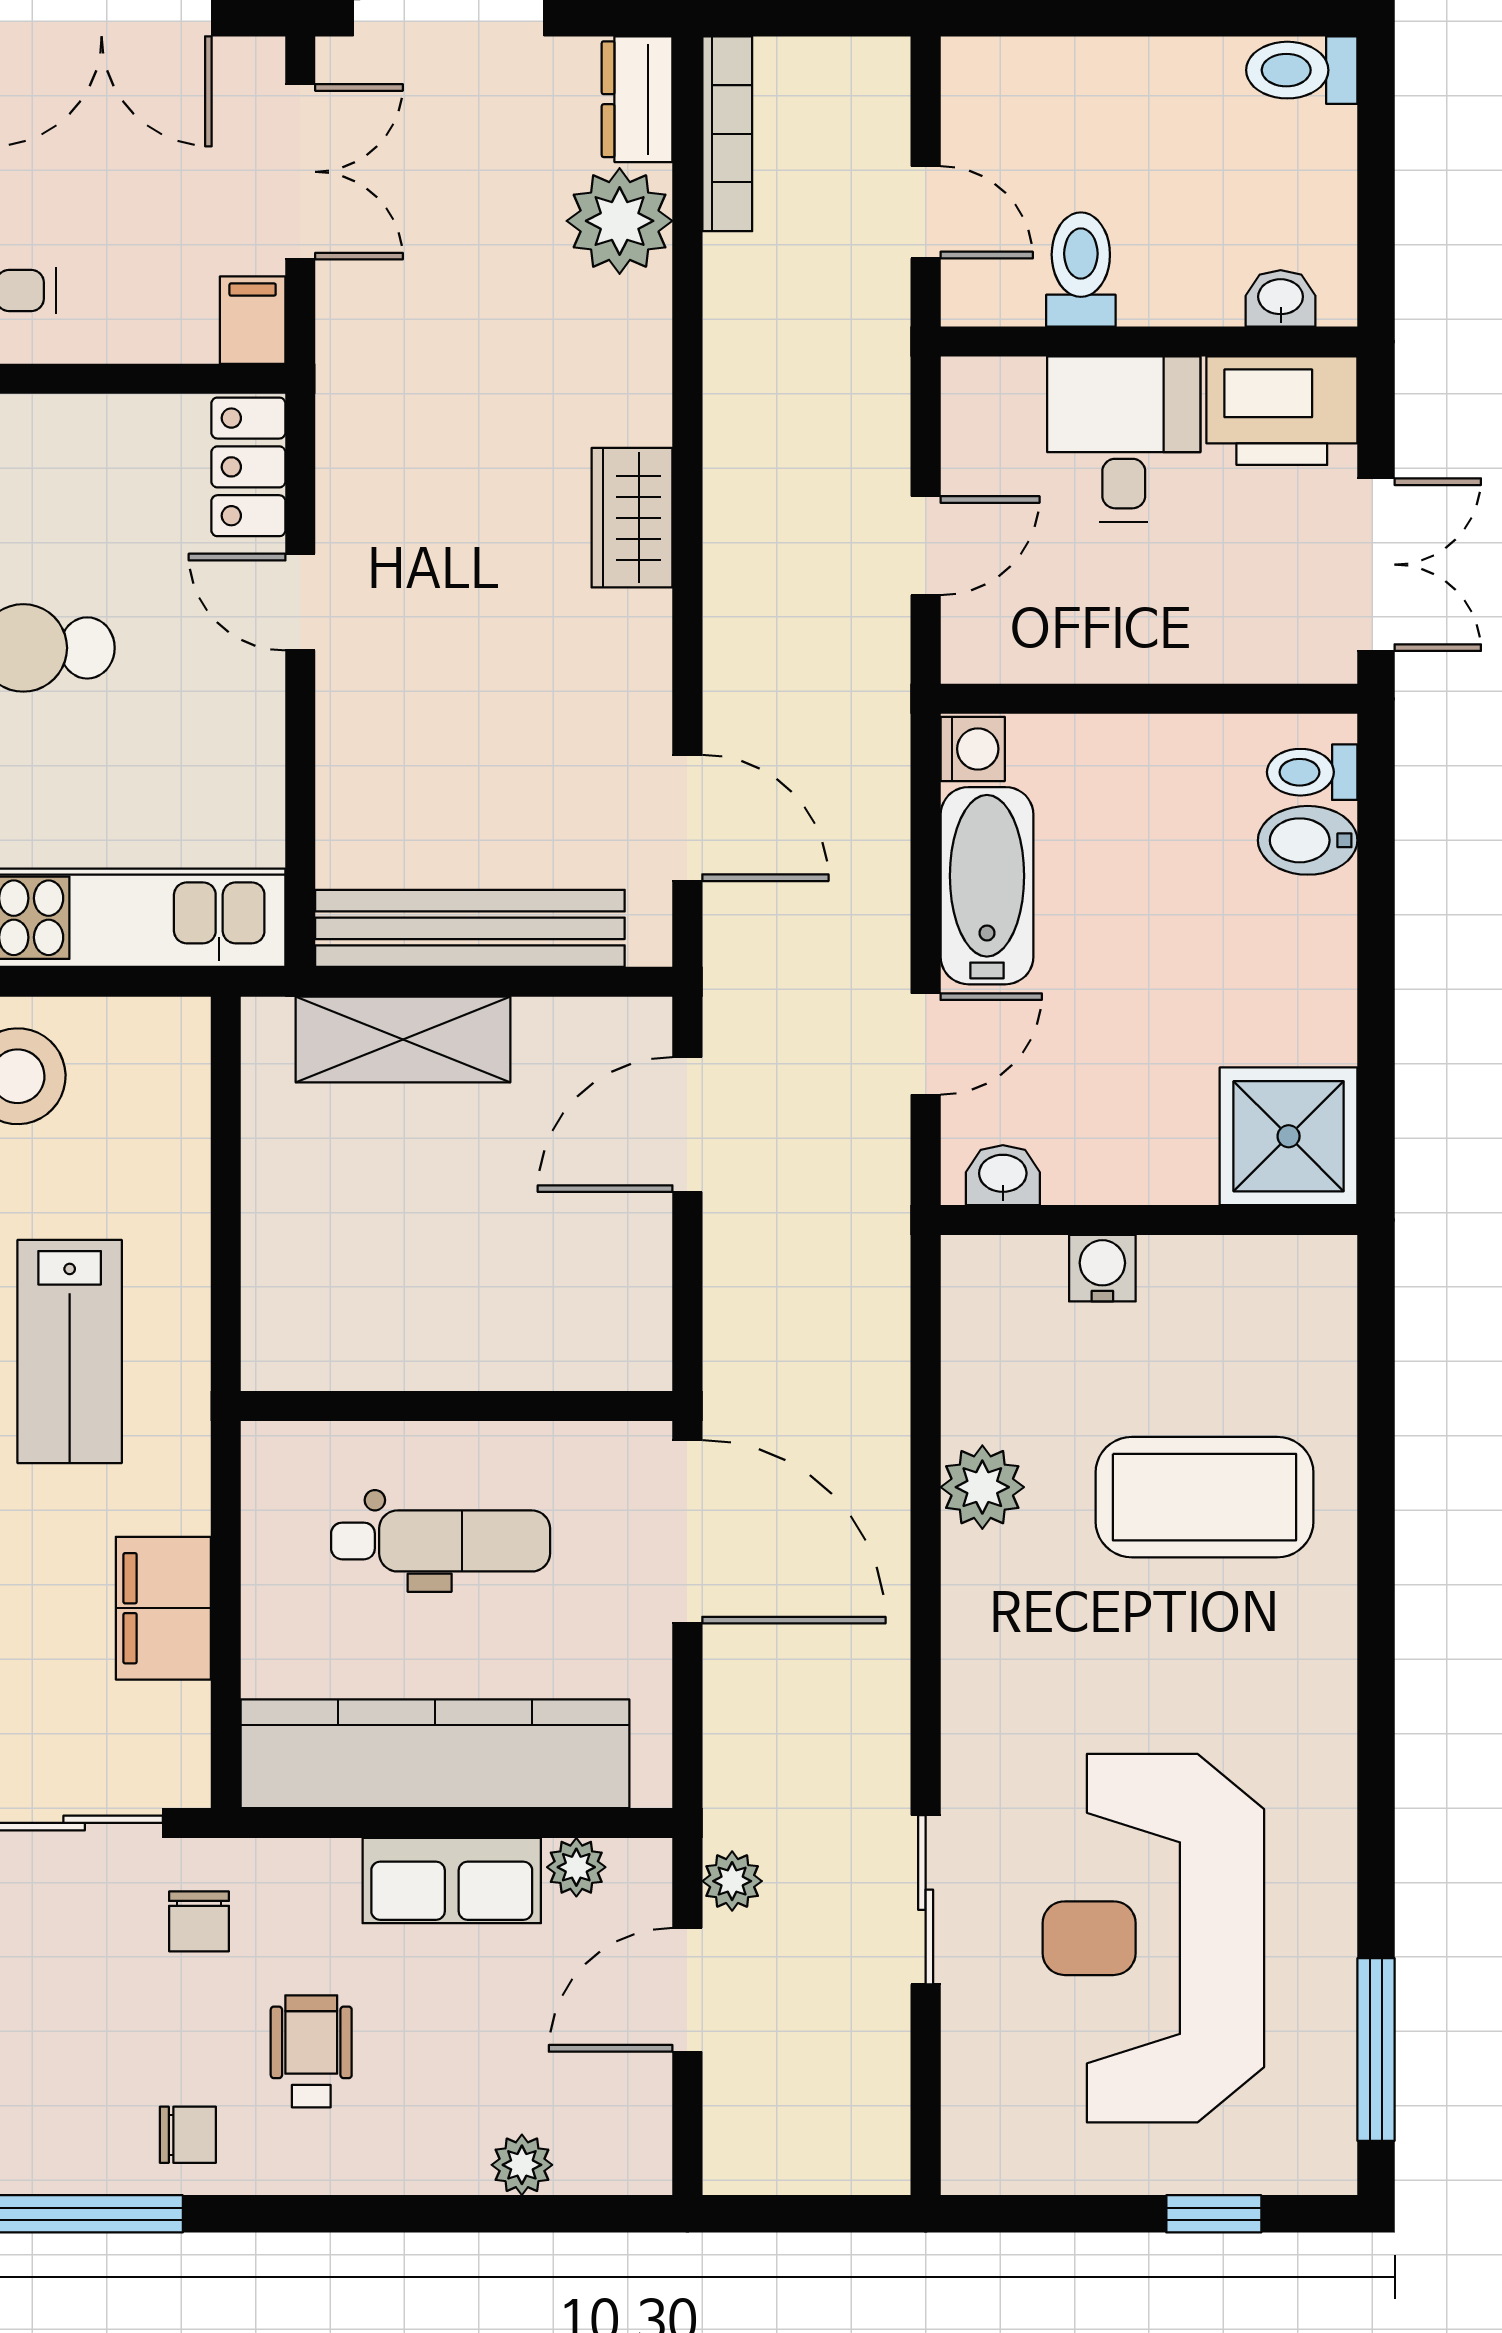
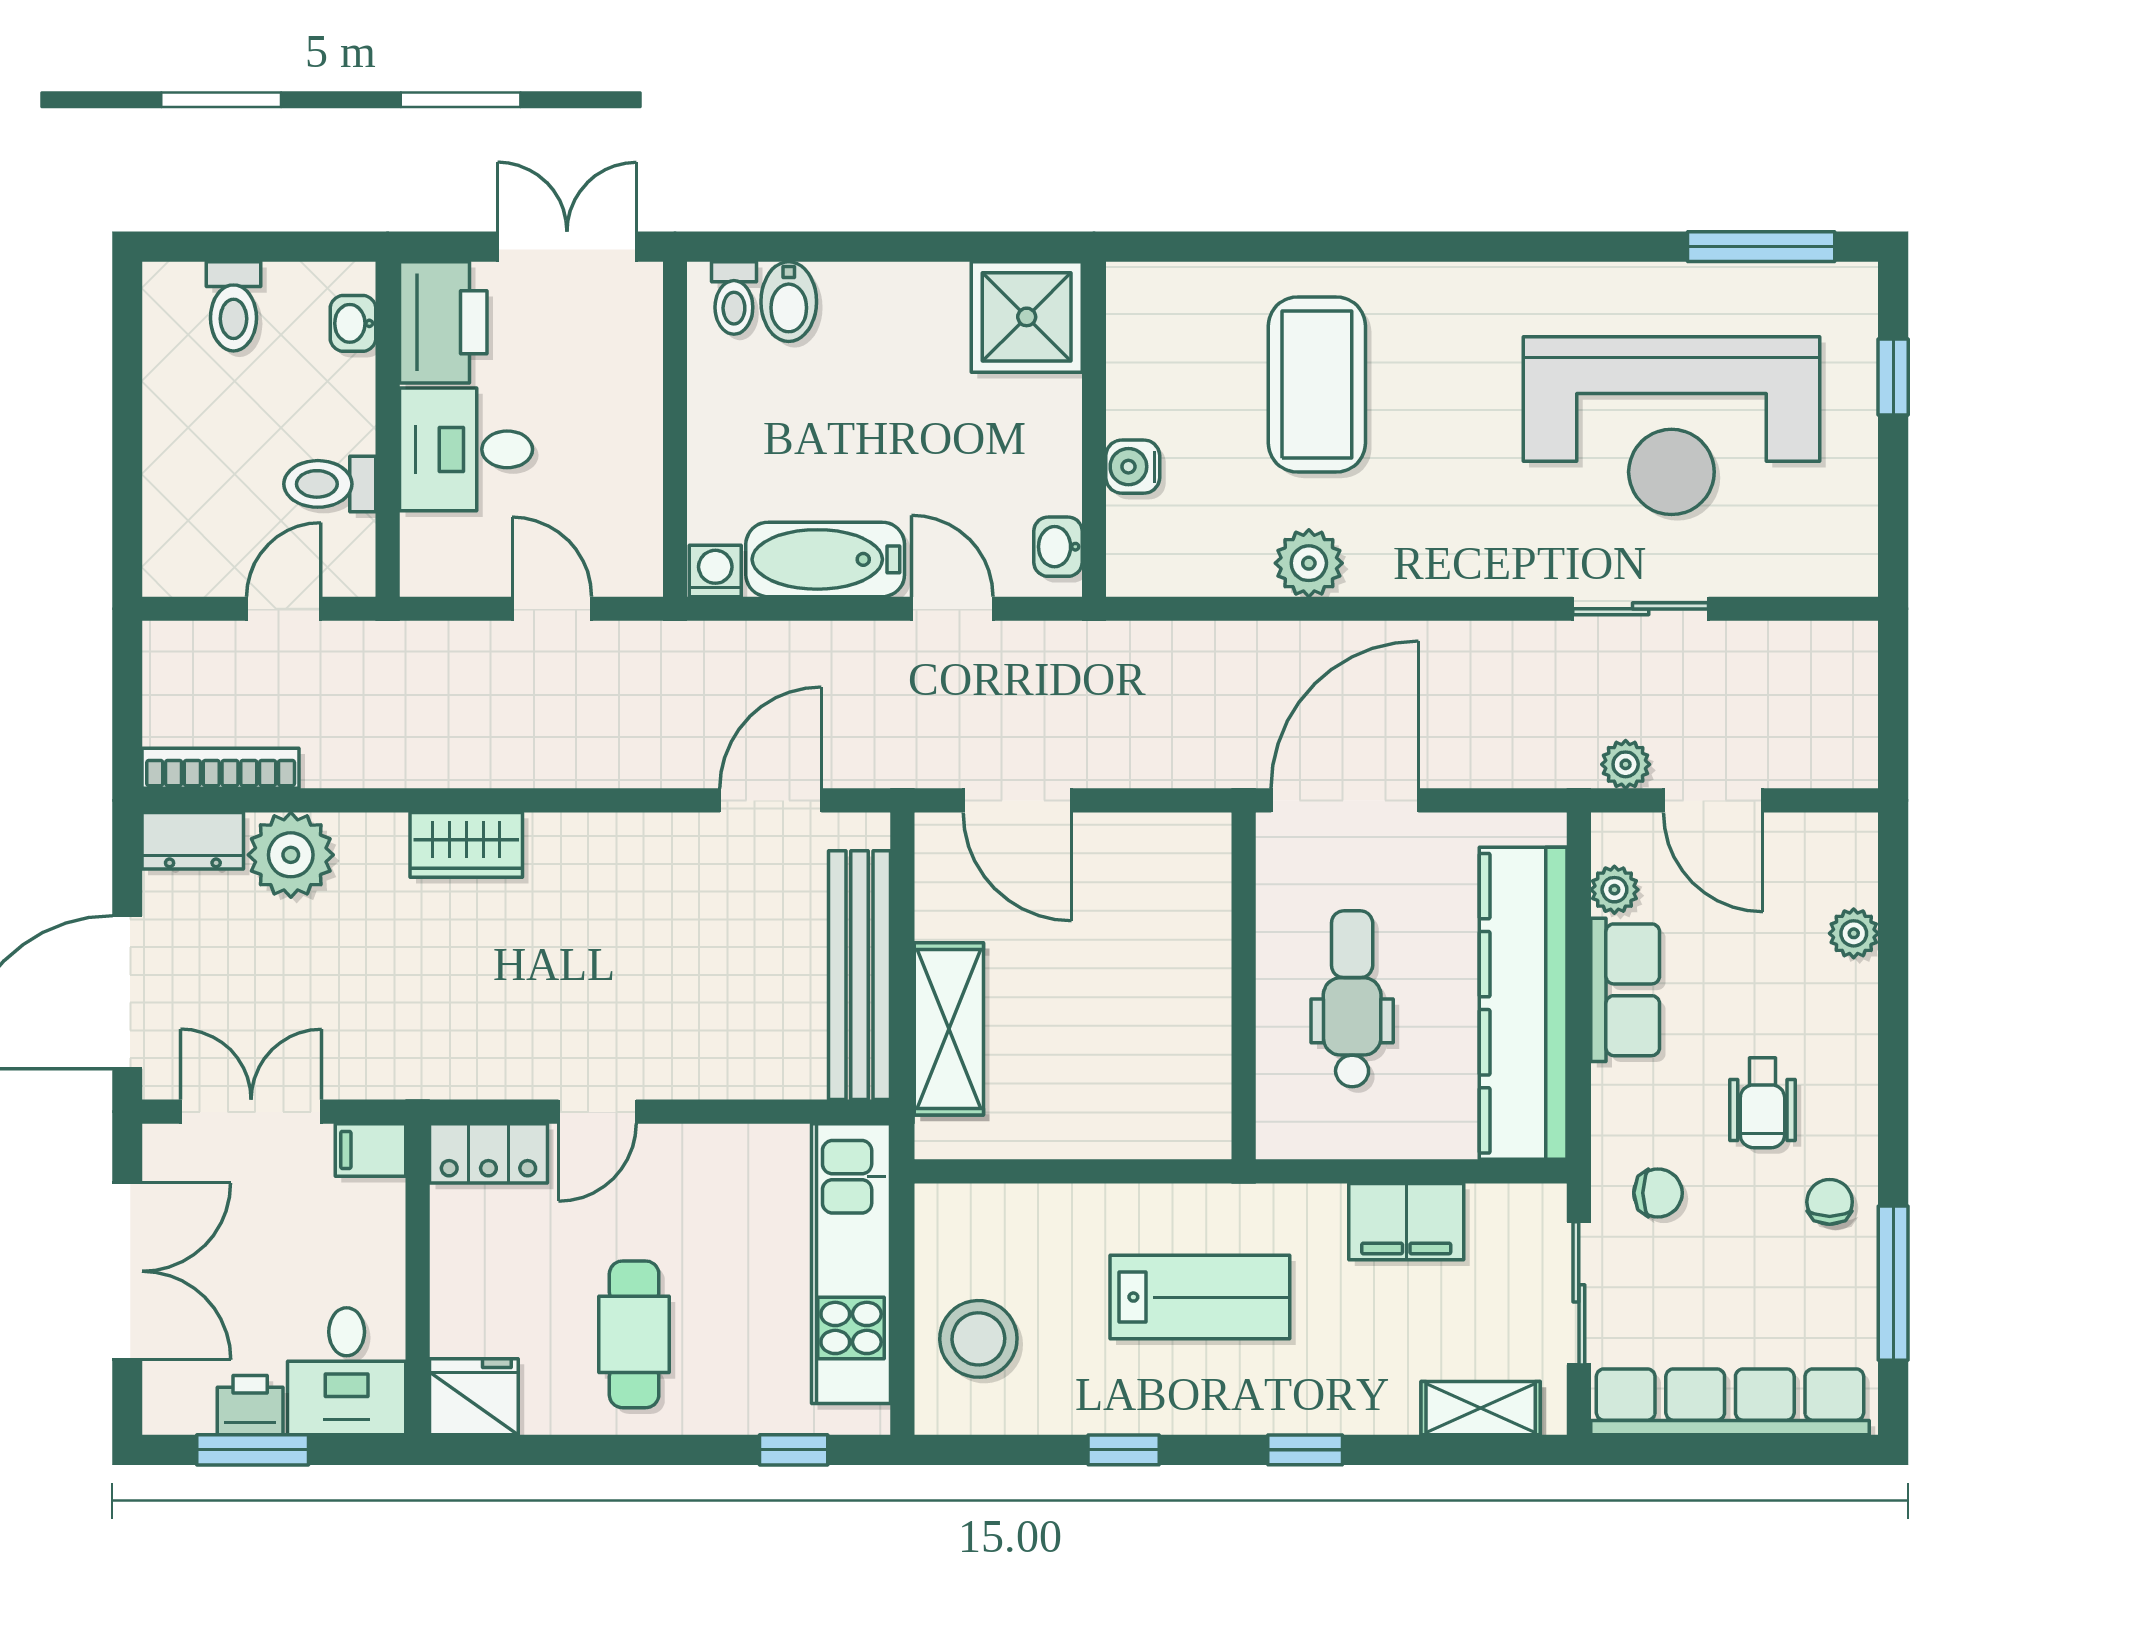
toilet: (1302, 70) -> (233, 306), moved
wardrobe: (632, 518) -> (466, 845), moved
wheelchair: (311, 2051) -> (1762, 1103), turned -90

